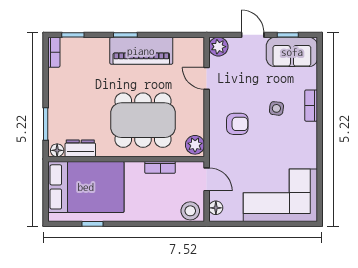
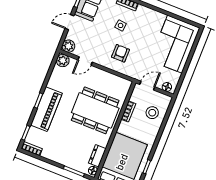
piano: (141, 51) -> (46, 109), moved
dining table: (143, 120) -> (95, 110), turned 90
plant: (195, 145) -> (63, 60), moved
stool: (190, 211) -> (152, 113), moved

